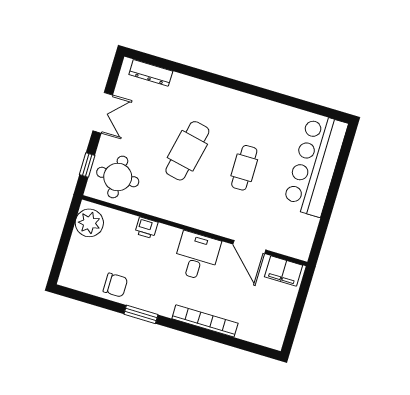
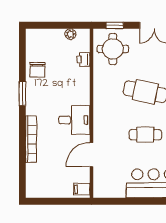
plant: (89, 223) -> (70, 34), width x0.53, depth x0.53
printer: (146, 228) -> (83, 59), moved
filing cabinet: (284, 271) -> (82, 189), width x0.50

